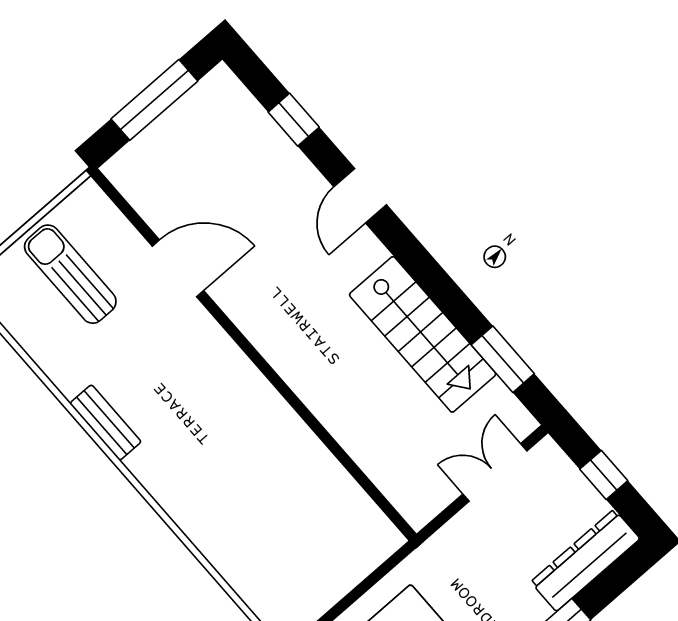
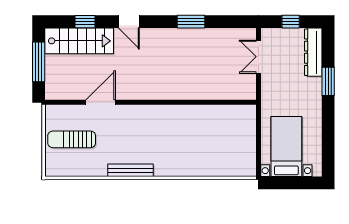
stairs: (423, 334) -> (79, 41), moved
window: (503, 359) -> (191, 22), moved
bench: (106, 423) -> (131, 170), width x1.36

